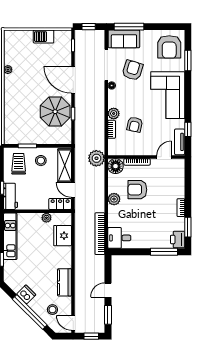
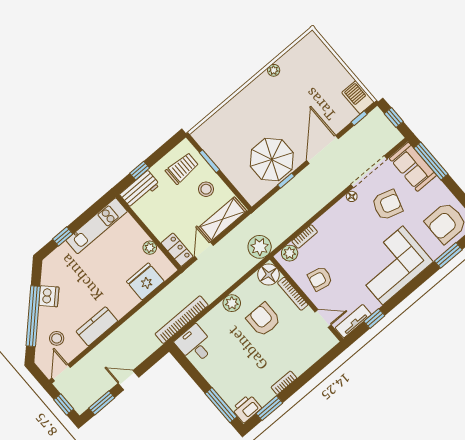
barbecue: (44, 37) -> (358, 97), moved
plant: (114, 114) -> (290, 253), moved
armchair: (135, 125) -> (320, 279), moved

